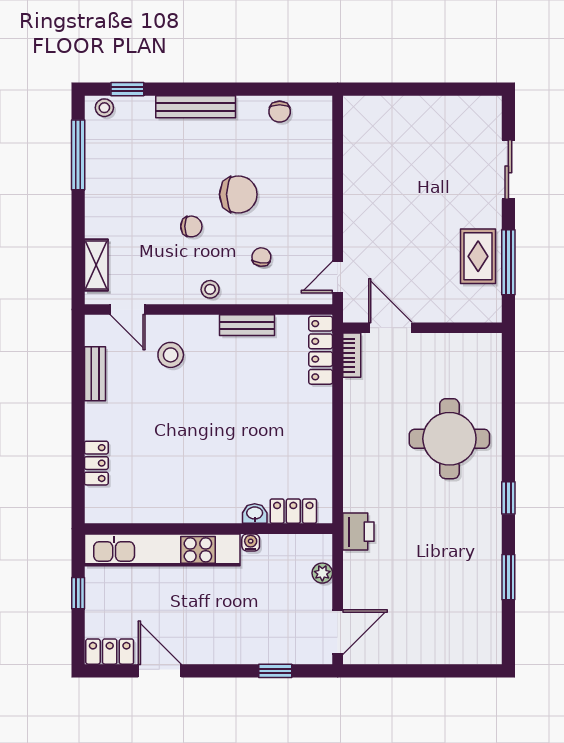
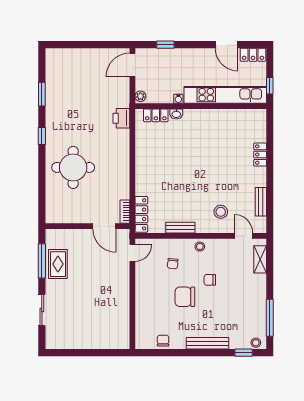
locker: (293, 511) -> (156, 115), moved
washbasin: (255, 514) -> (176, 114), moved
wall: (209, 529) -> (201, 106), moved
water cooler: (251, 543) -> (178, 99), moved
kitchen unit: (162, 550) -> (225, 95), moved

